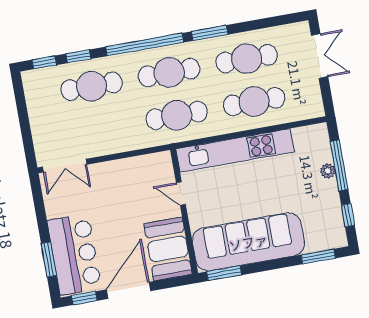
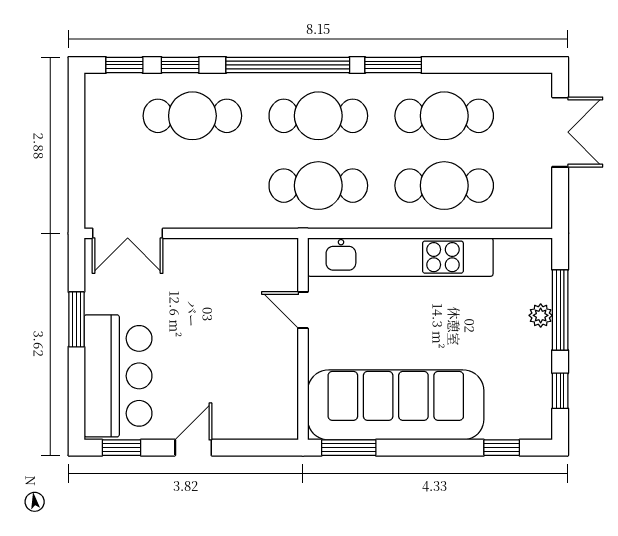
booth: (168, 249) -> (267, 393), removed
window: (318, 257) -> (502, 448), width x0.67
window: (49, 259) -> (76, 319), moved
door: (128, 290) -> (193, 448), width x0.53

